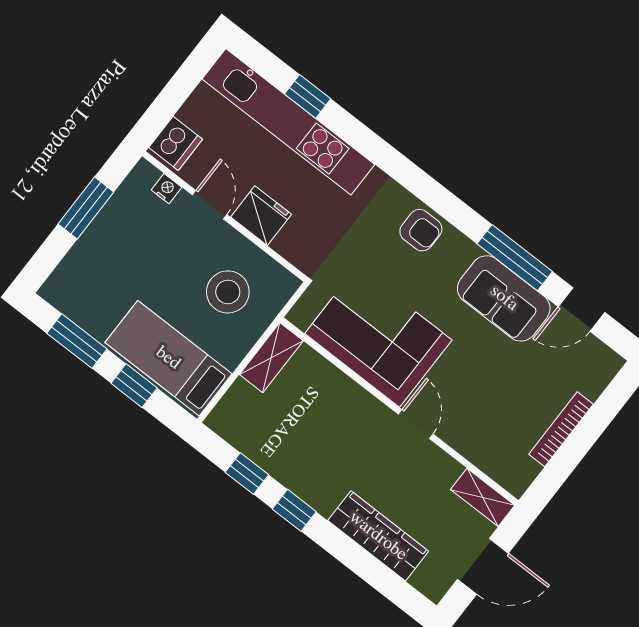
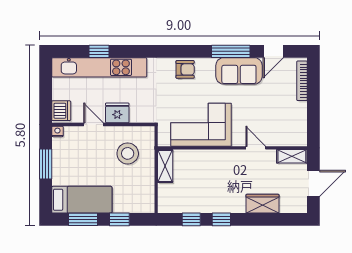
nightstand: (166, 189) -> (57, 131), moved
bed: (168, 358) -> (82, 200), moved, turned 180
door: (416, 424) -> (256, 148), moved
bookcase: (561, 429) -> (302, 81), moved
wardrobe: (378, 536) -> (262, 204), width x0.67

